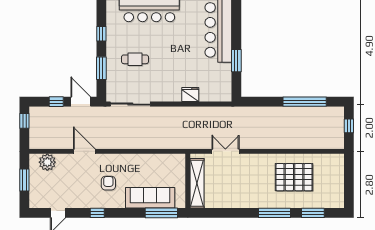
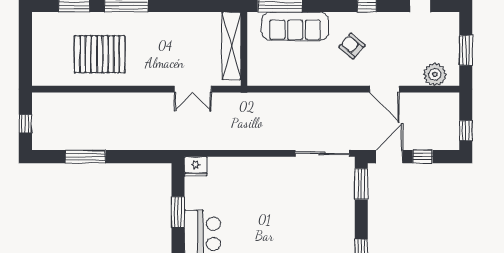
cafe table: (135, 59) -> (316, 214), removed
window: (101, 68) -> (361, 184), moved
fridge: (190, 95) -> (196, 166), moved
door: (81, 102) -> (389, 157), swing flipped
window: (305, 102) -> (85, 157), width x0.68
armchair: (108, 183) -> (352, 46), turned 131

